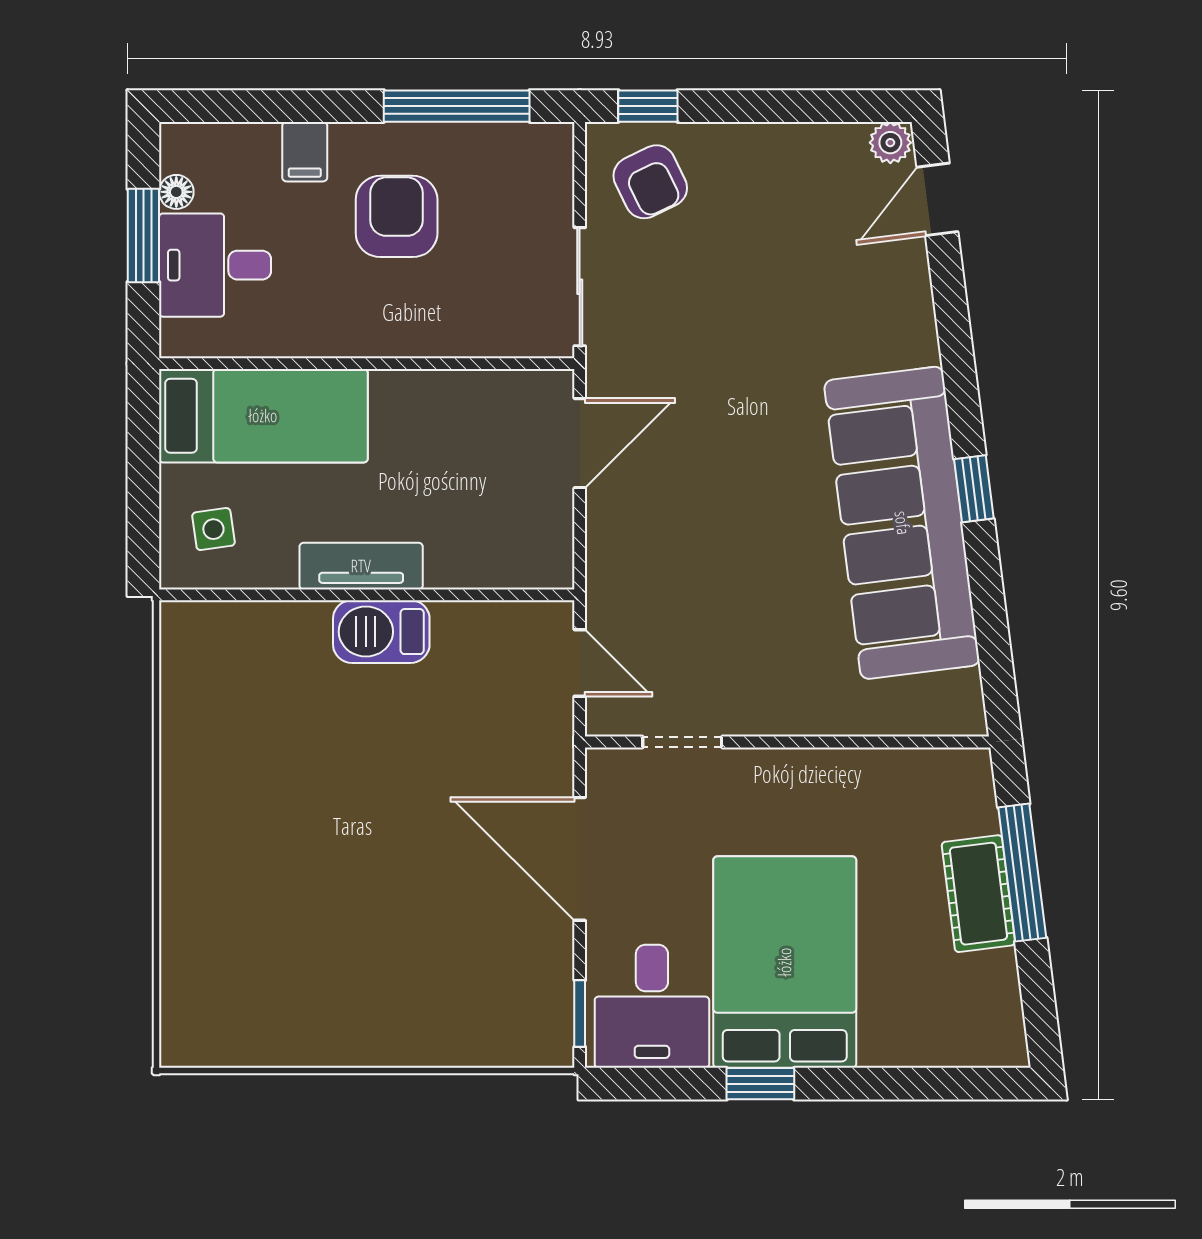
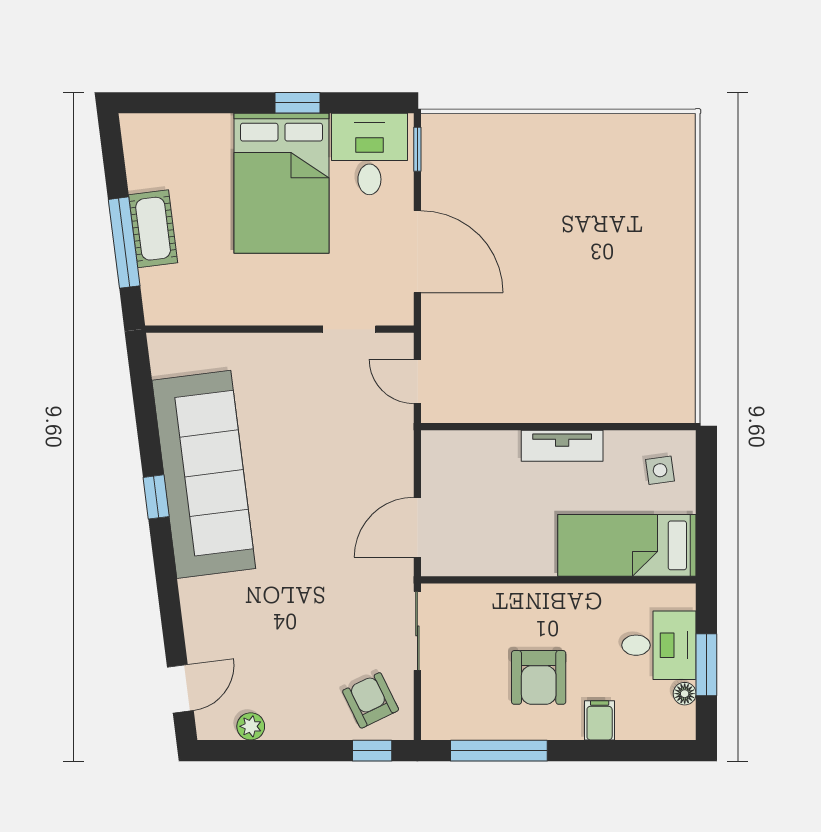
plant: (890, 143) -> (251, 726), moved
barbecue: (381, 632) -> (549, 402), removed

